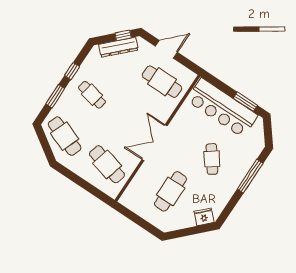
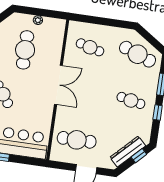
window: (123, 35) -> (139, 156), moved
cafe table: (107, 164) -> (90, 47), width x0.73, depth x0.74
plant: (145, 214) -> (38, 20), added

